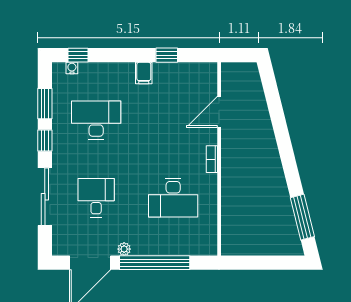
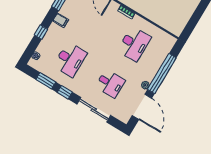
window: (78, 55) -> (41, 32), moved
desk: (96, 120) -> (70, 60), turned 180
desk: (96, 198) -> (110, 84), turned 180

